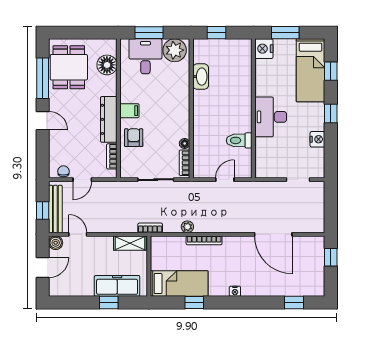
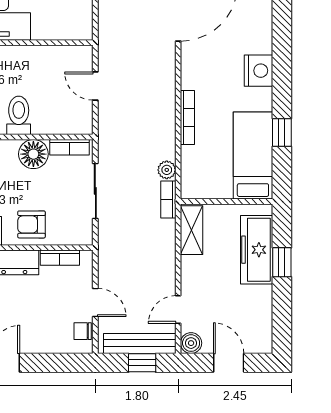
toilet: (239, 140) -> (19, 115), moved, turned 180
floor lamp: (185, 144) -> (33, 154), width x1.89, depth x1.89
plant: (187, 227) -> (167, 170), moved
nightstand: (235, 291) -> (258, 71), width x1.89, depth x1.79

